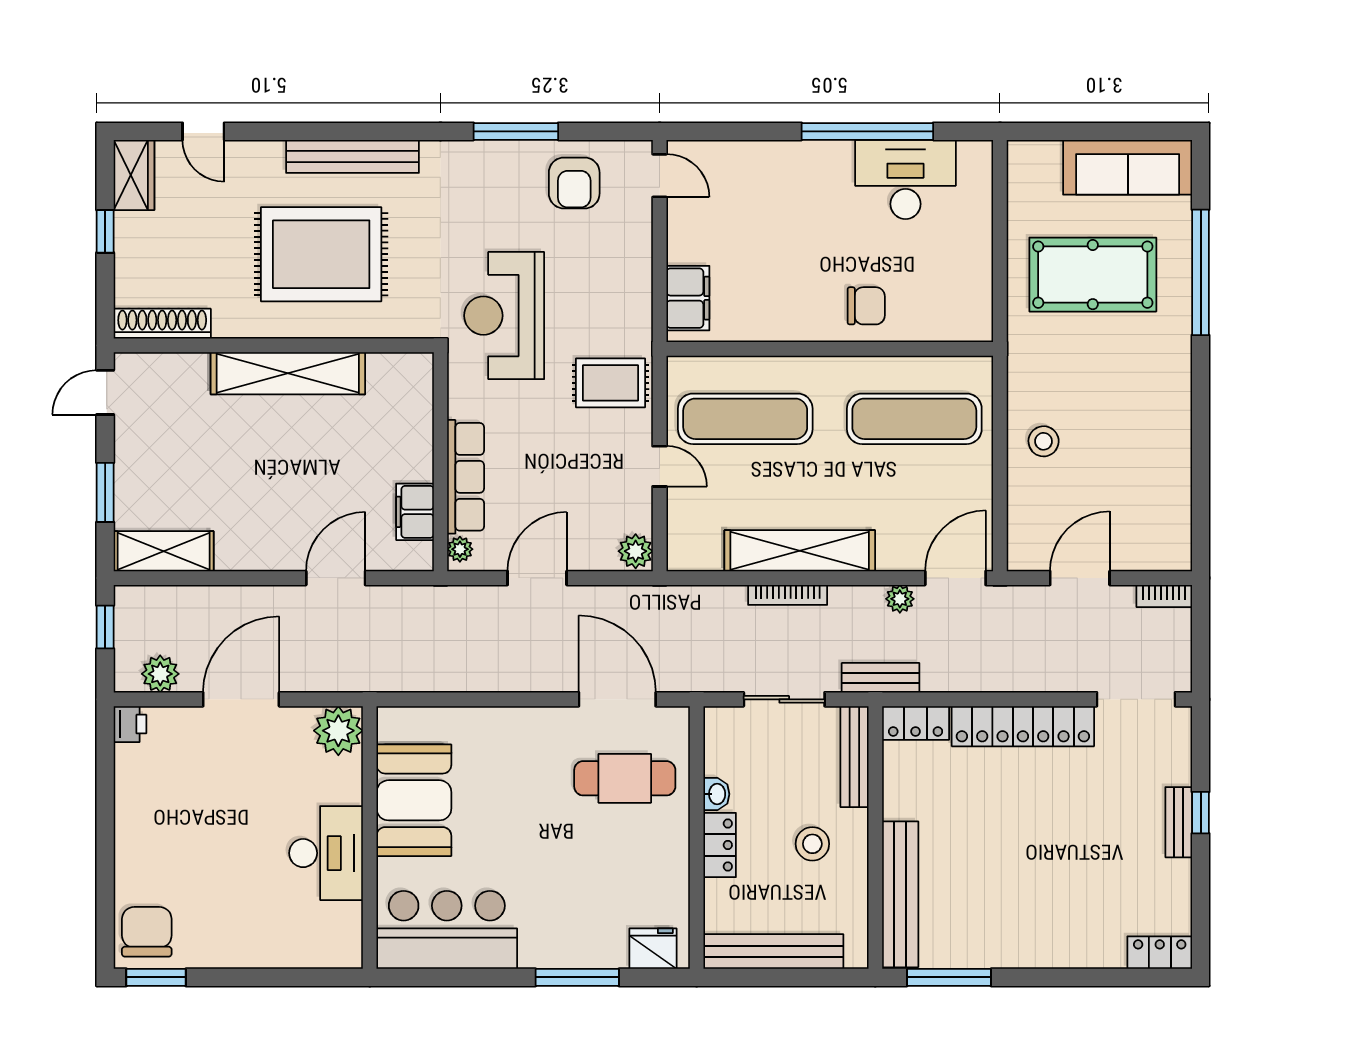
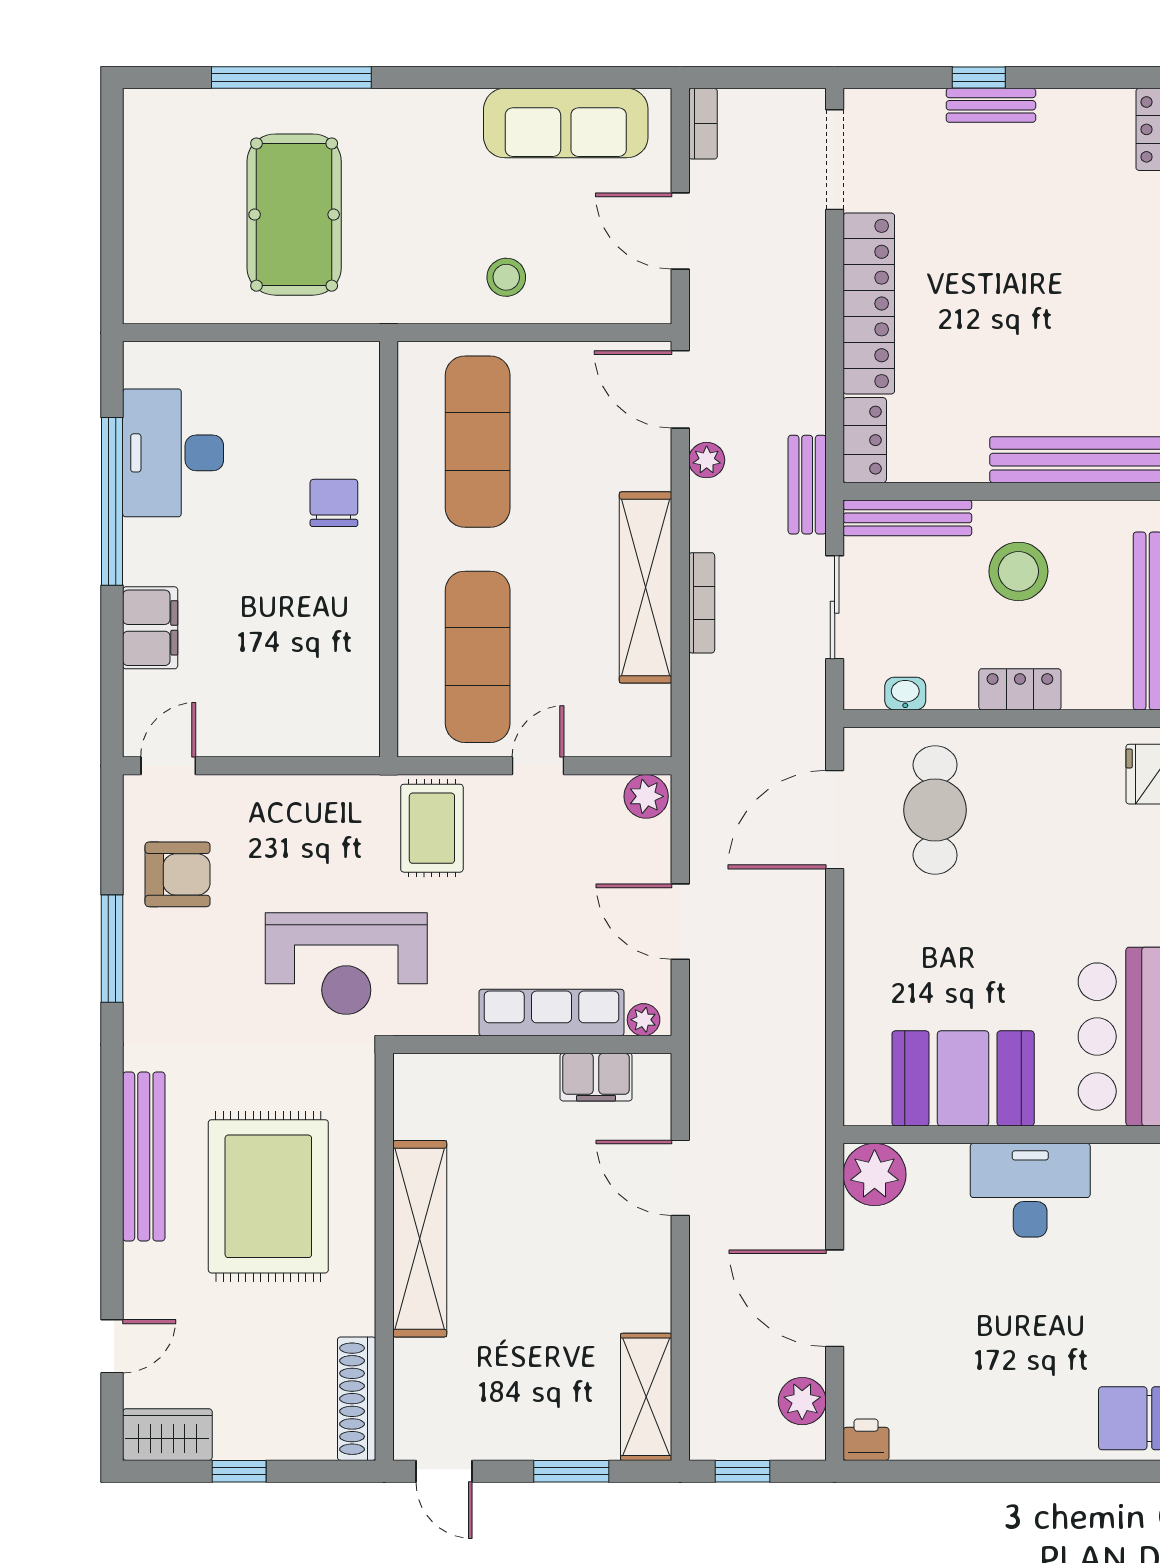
sofa: (1128, 167) -> (566, 123), moved, turned 90
filing cabinet: (688, 298) -> (150, 628), moved, turned 90
washbasin: (716, 794) -> (905, 694), moved
stool: (812, 844) -> (1018, 571), width x1.38, depth x1.38

